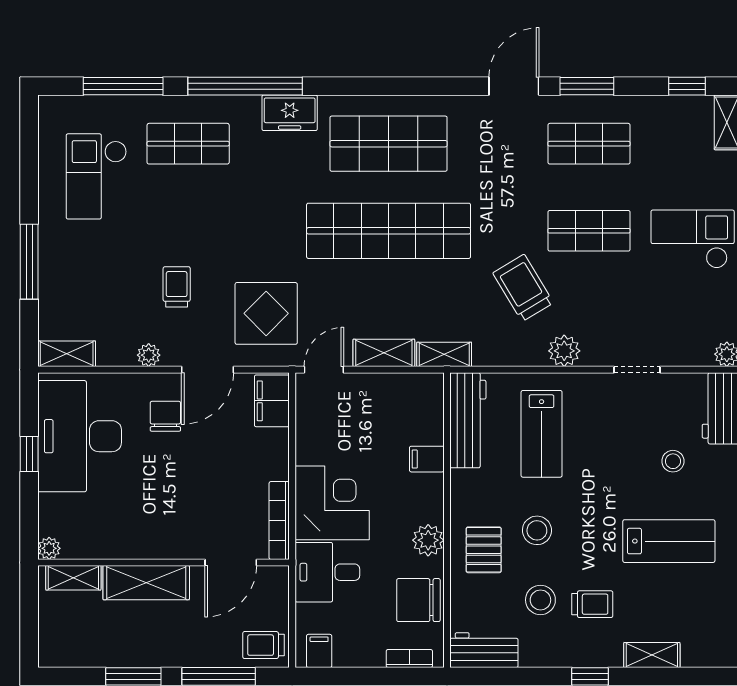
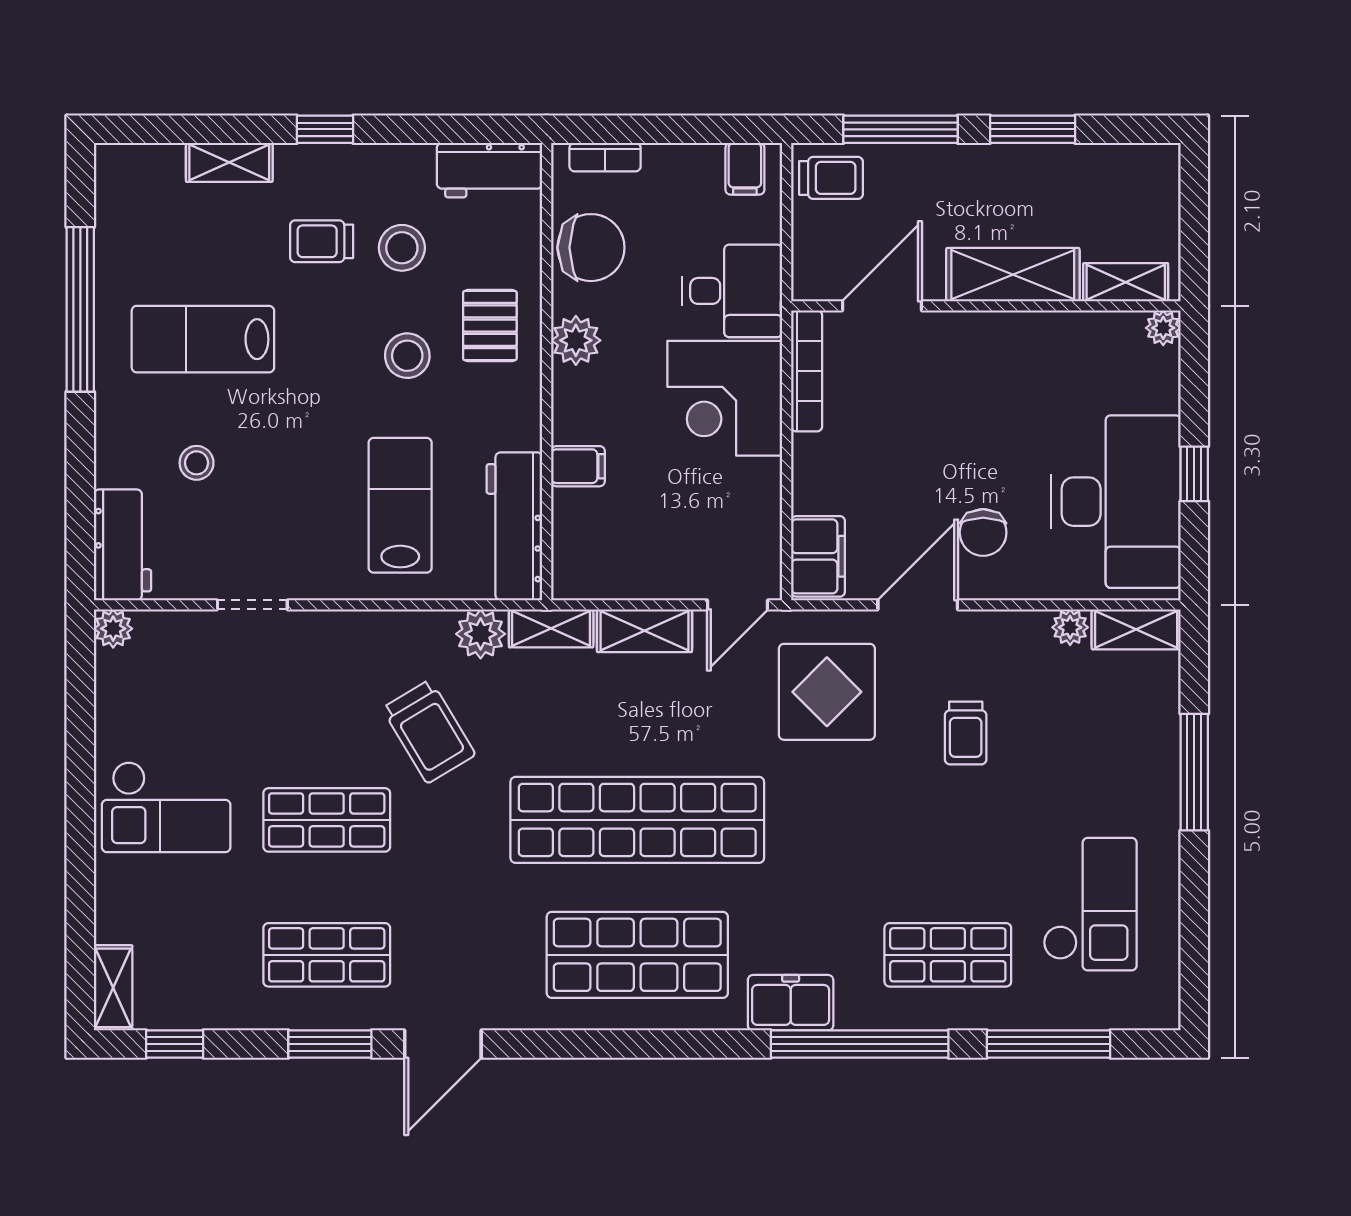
plant: (564, 351) -> (481, 634), moved
plant: (149, 355) -> (1070, 627), moved

